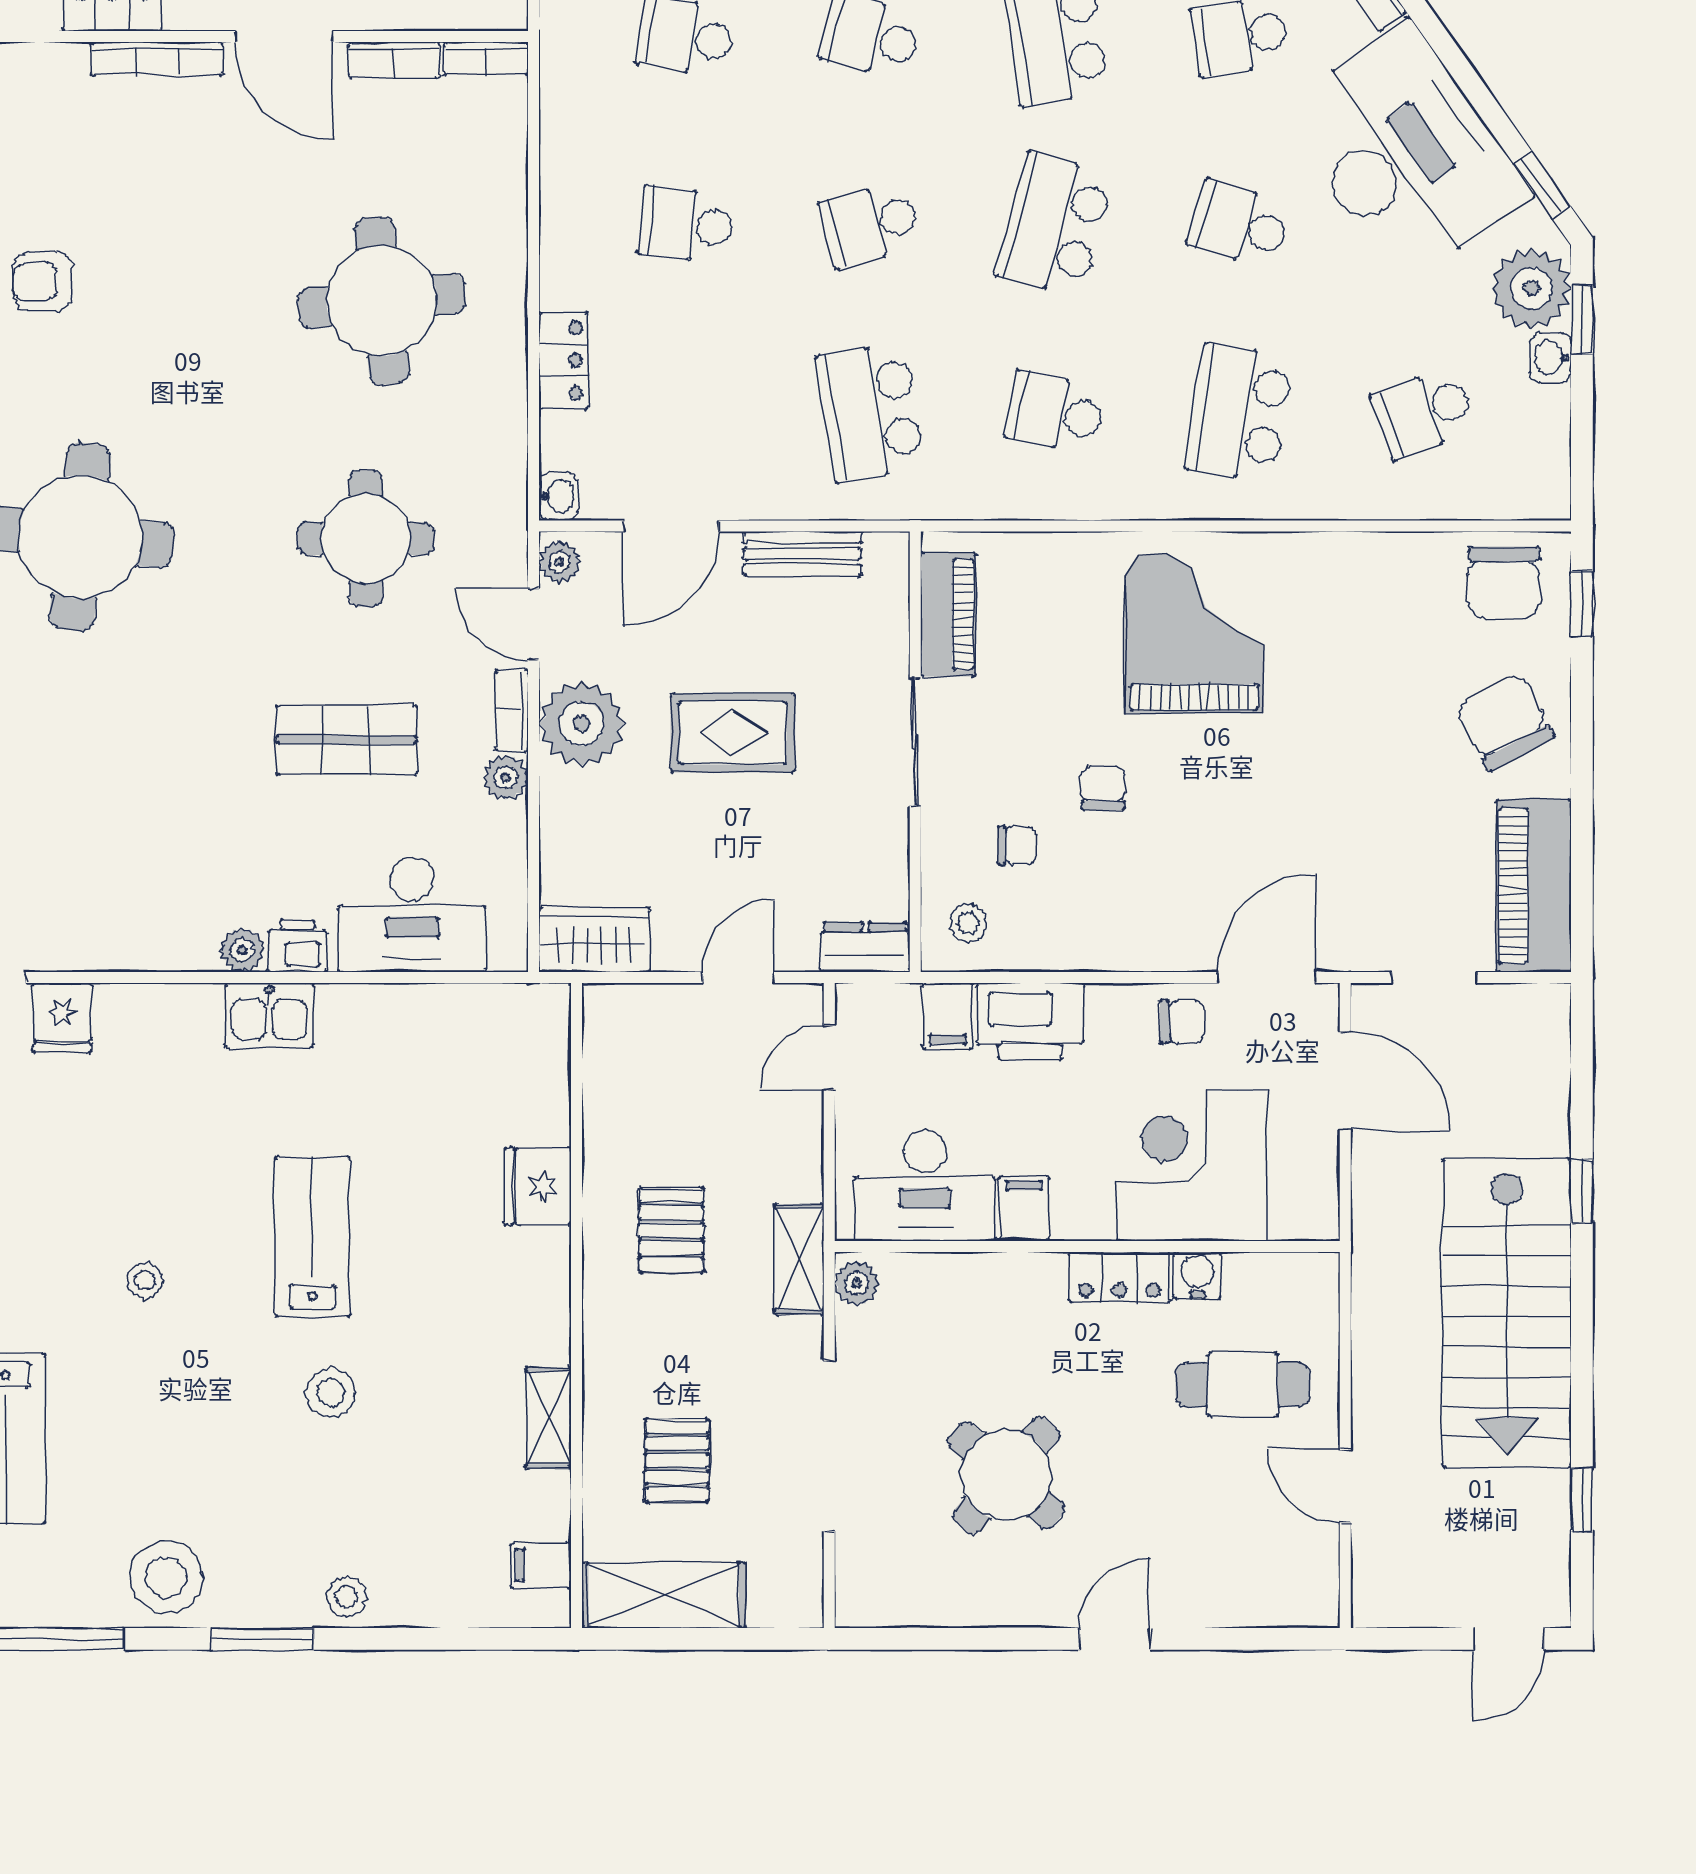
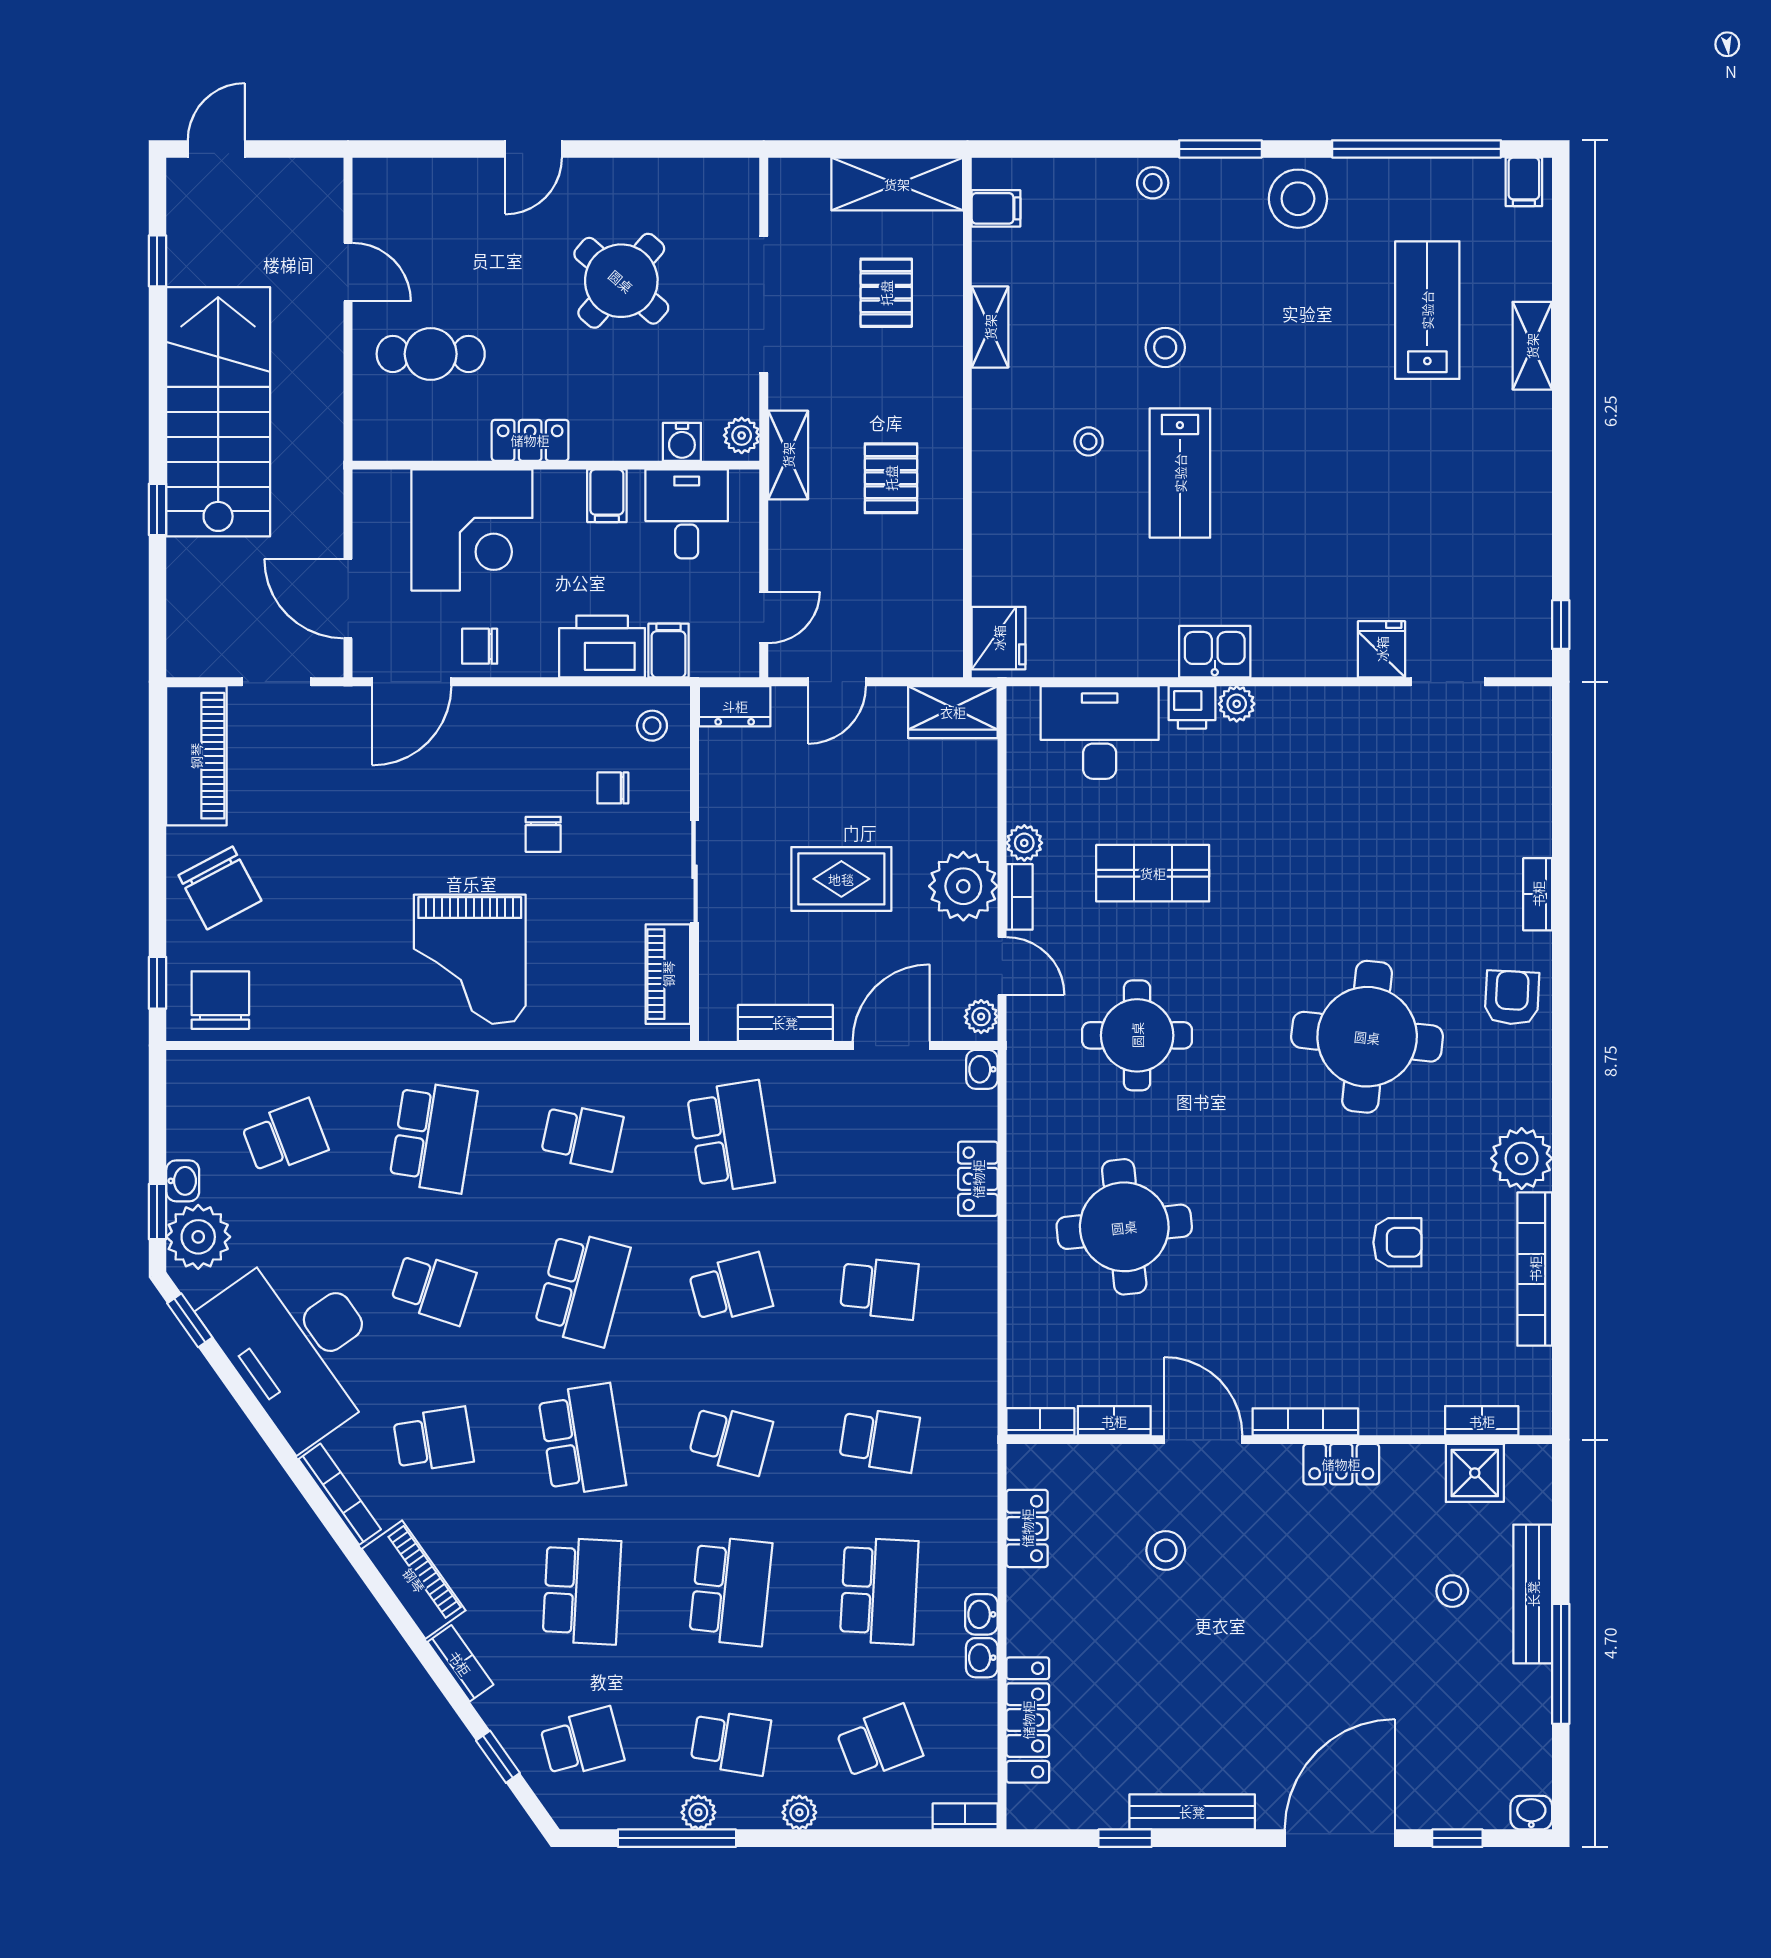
fridge: (538, 1186) -> (999, 638), moved
desk: (925, 1186) -> (687, 514), width x0.73
water cooler: (1198, 1275) -> (682, 442), moved
stool: (145, 1280) -> (1089, 441), moved

